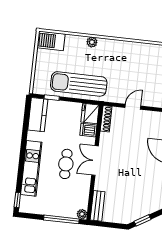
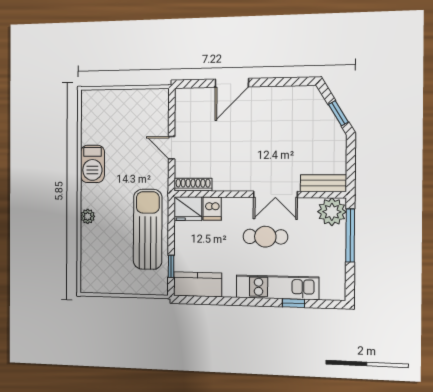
barbecue: (51, 41) -> (92, 164), moved
sun lounger: (79, 84) -> (148, 229), turned 180
double door: (95, 161) -> (275, 194), moved
window: (17, 200) -> (294, 303), moved
plant: (82, 214) -> (332, 212), width x1.87, depth x1.87

